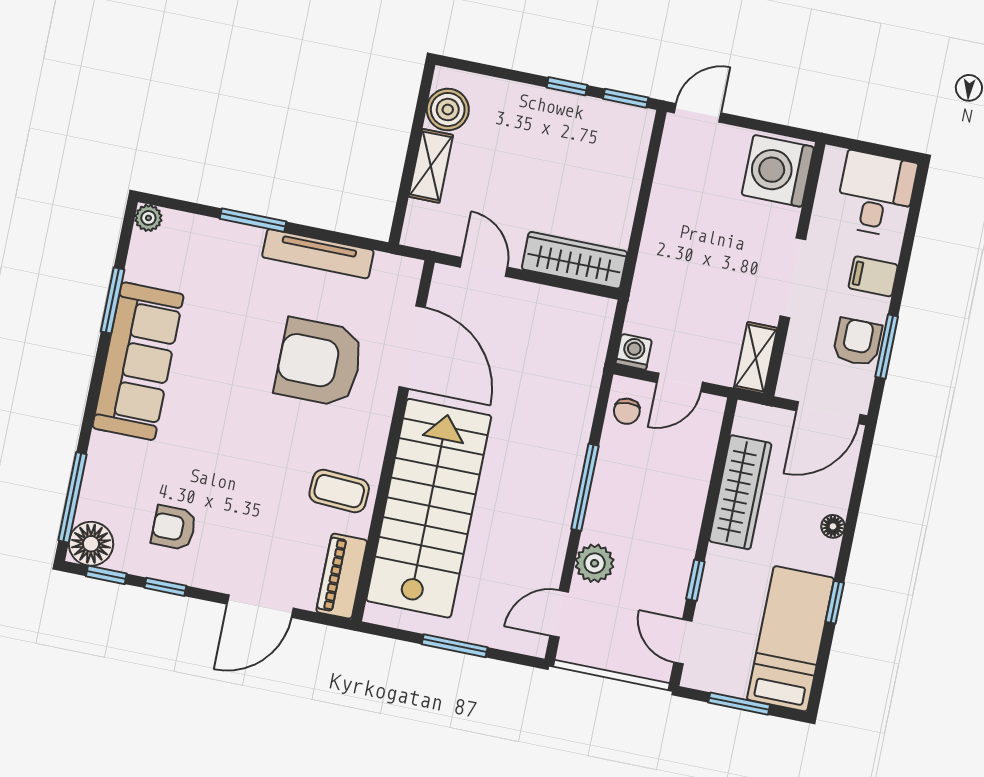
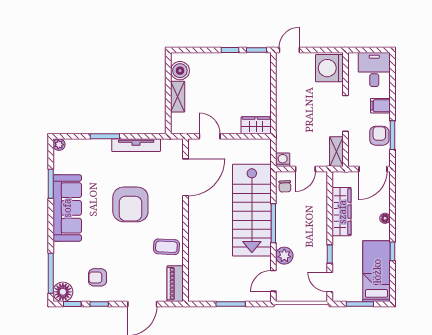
wardrobe: (574, 260) -> (256, 125), width x0.67
door: (412, 347) -> (186, 177), hinge flipped
armchair: (319, 362) -> (130, 204), moved, turned -90
stairs: (429, 508) -> (252, 210), moved, turned 180

